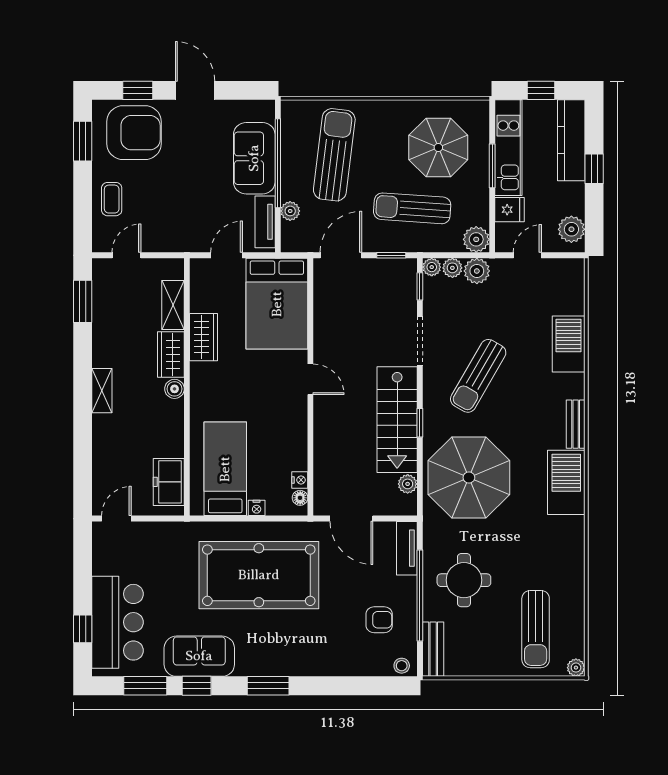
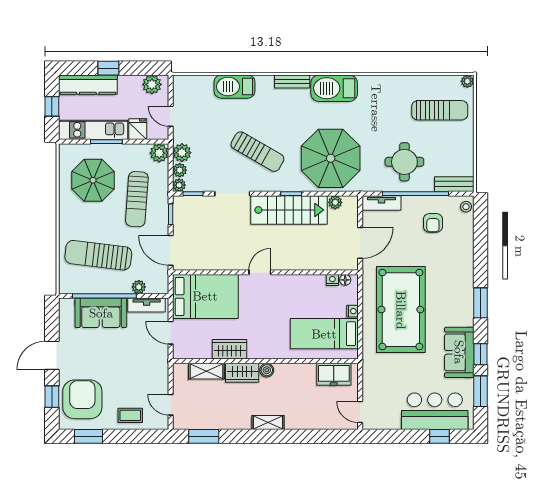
armchair: (379, 620) -> (433, 223), turned 180

